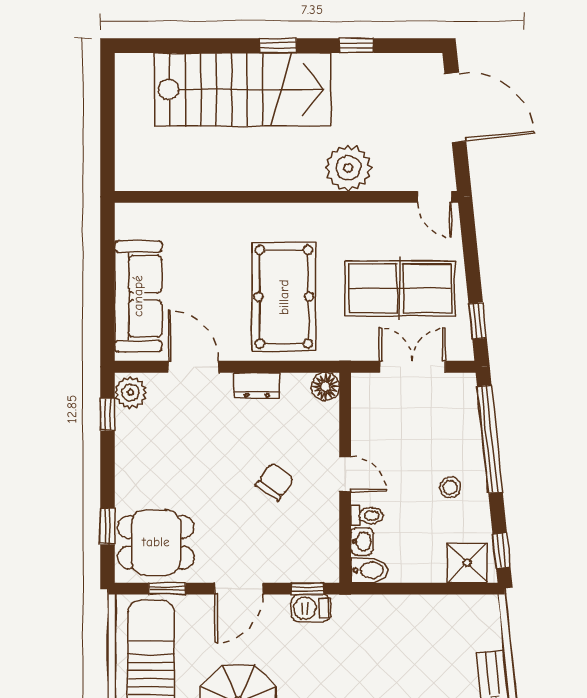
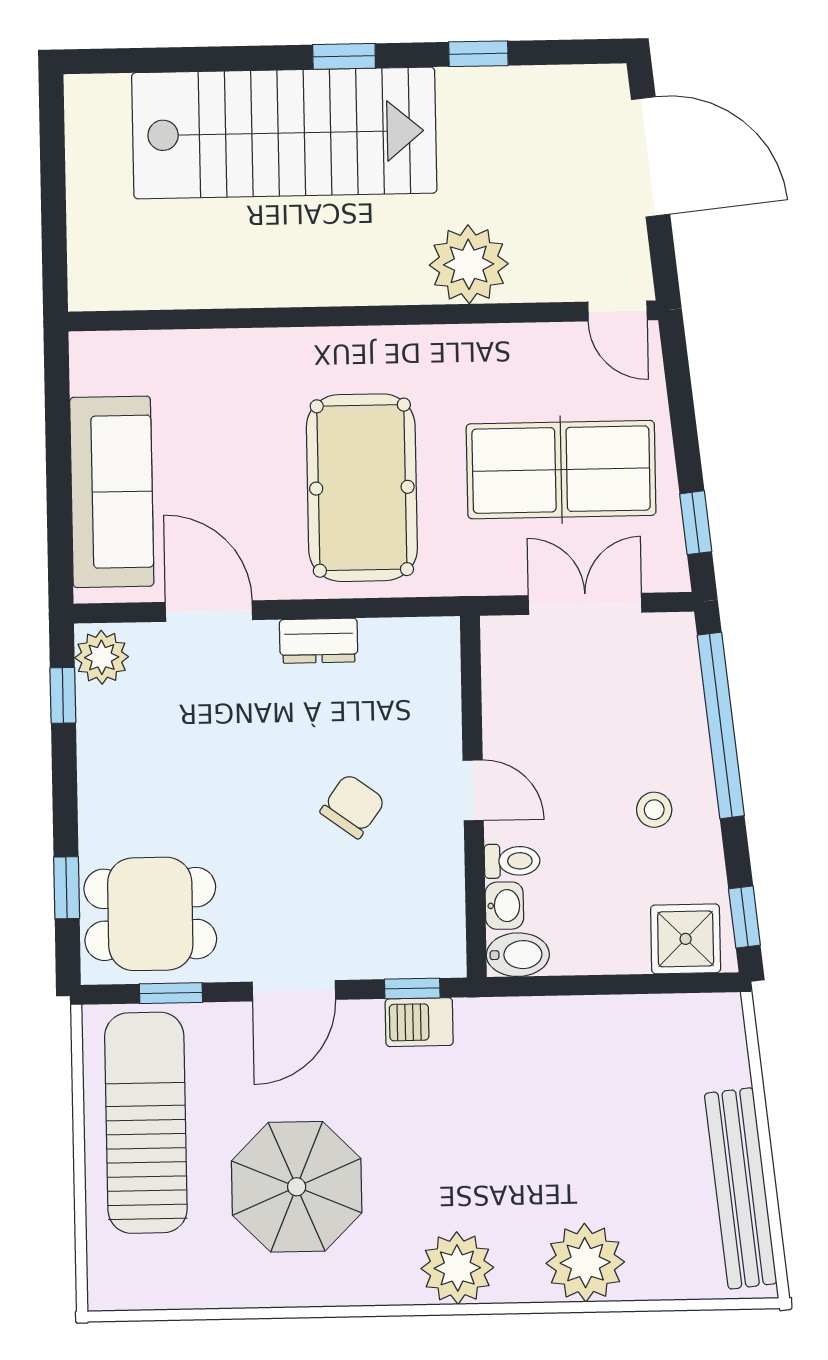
floor lamp: (325, 387) -> (436, 641), removed

